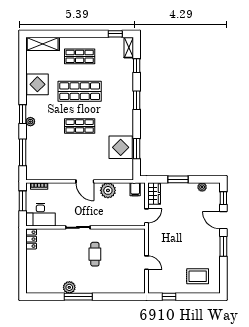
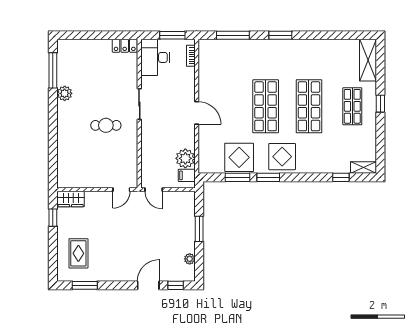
window: (115, 34) -> (380, 104), moved
display table: (37, 84) -> (282, 157), moved
window: (137, 100) -> (268, 177), moved
plant: (30, 122) -> (271, 45), removed
shop shelf: (80, 126) -> (266, 106), width x1.43, depth x1.36
door: (85, 181) -> (197, 113), swing flipped
plant: (108, 190) -> (185, 158), moved
wardrobe: (154, 194) -> (71, 199), moved
window: (223, 246) -> (85, 285), moved
door: (147, 263) -> (121, 190), moved
window: (78, 297) -> (53, 70), moved

